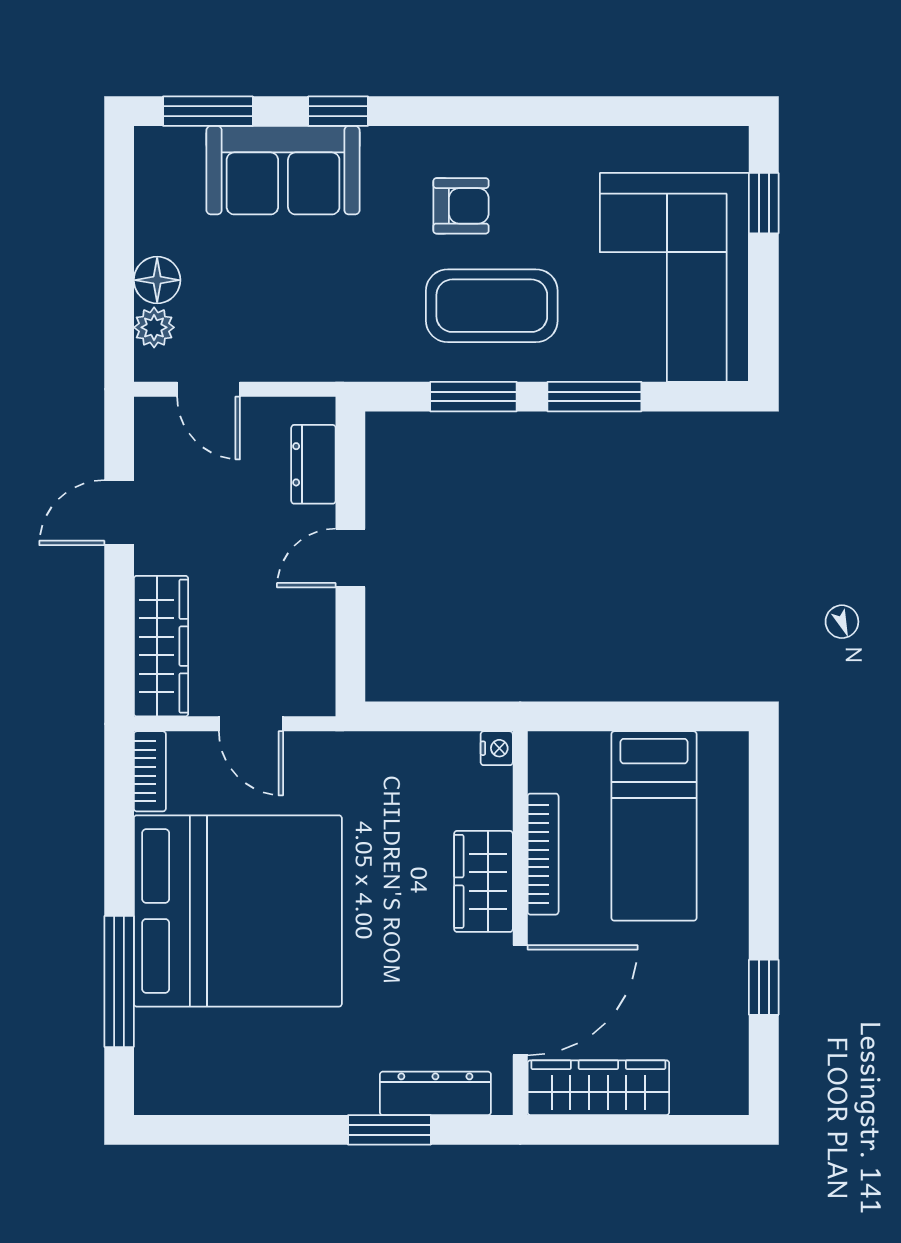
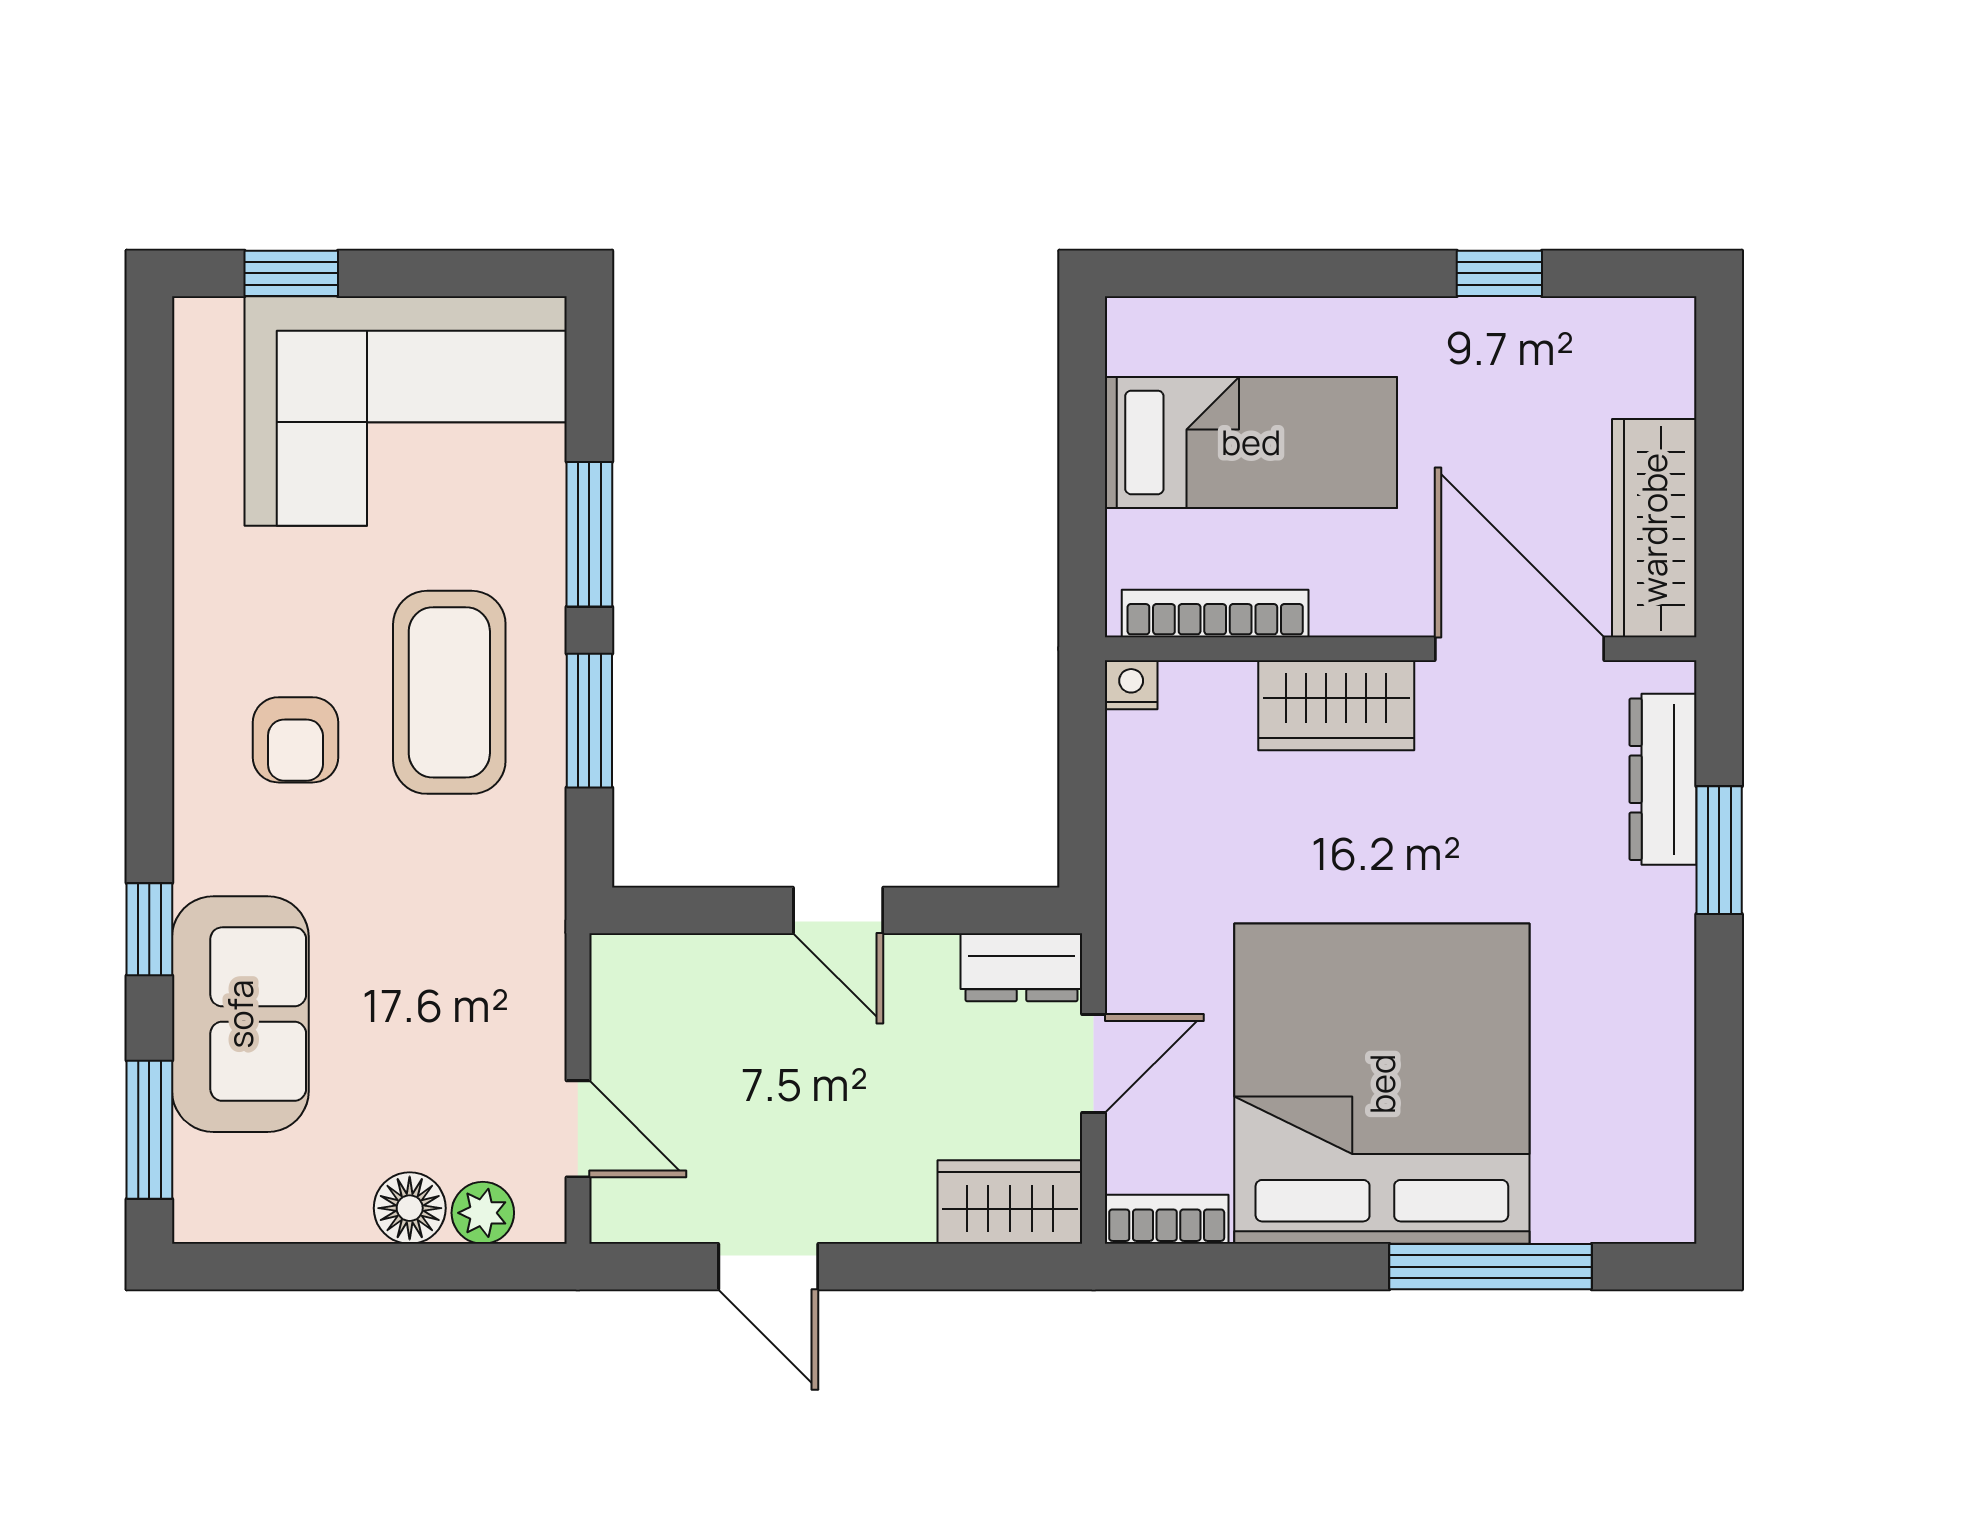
armchair: (461, 206) -> (295, 740), turned 180
door: (208, 389) -> (578, 1129), hinge flipped
dresser: (313, 464) -> (1021, 967), moved
wardrobe: (161, 646) -> (1010, 1202), width x0.67
bookcase: (543, 854) -> (1215, 613), moved

